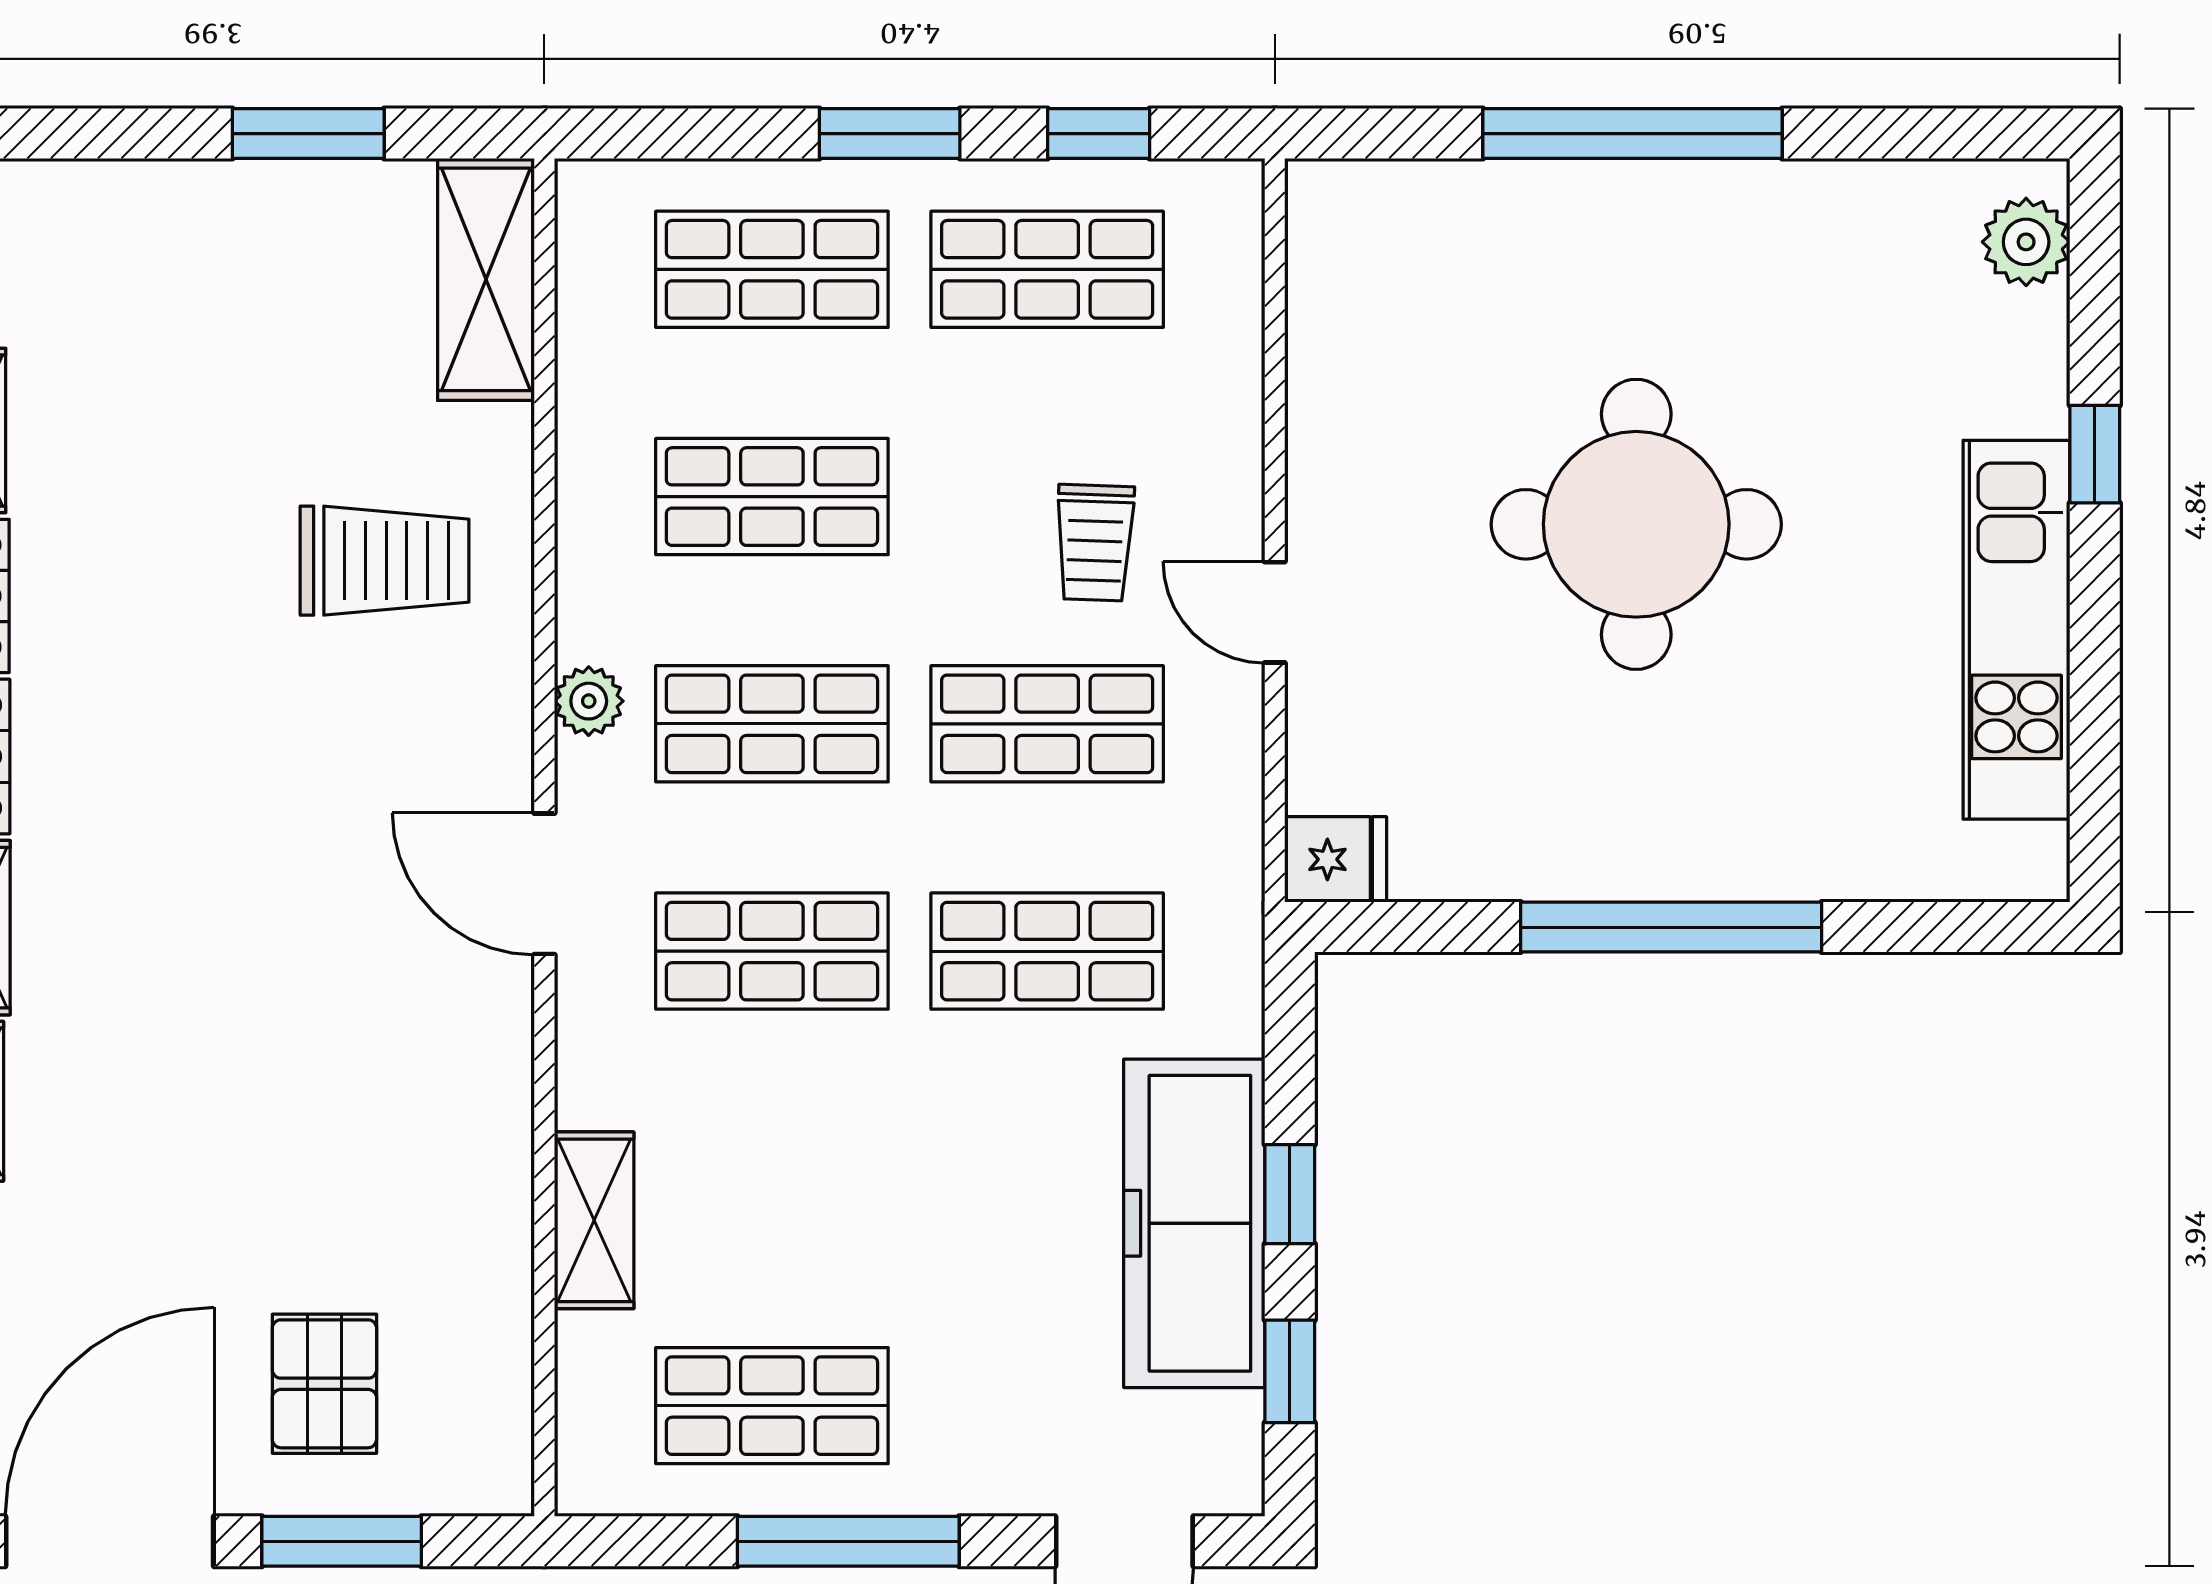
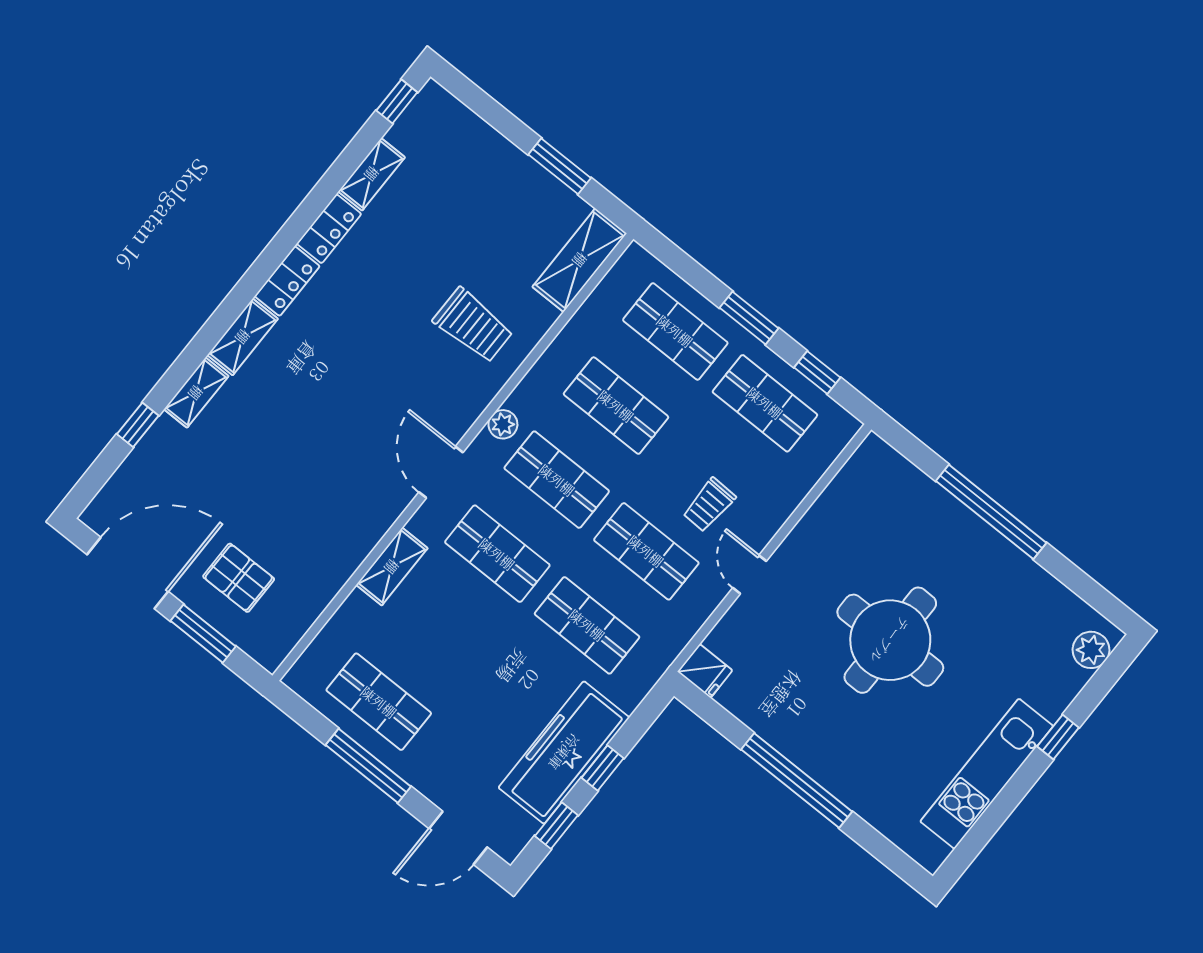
shelving: (594, 1220) -> (392, 567), moved
pallet: (324, 1384) -> (239, 578), turned 90

